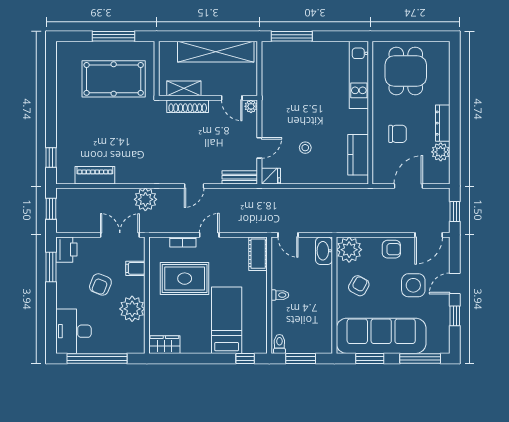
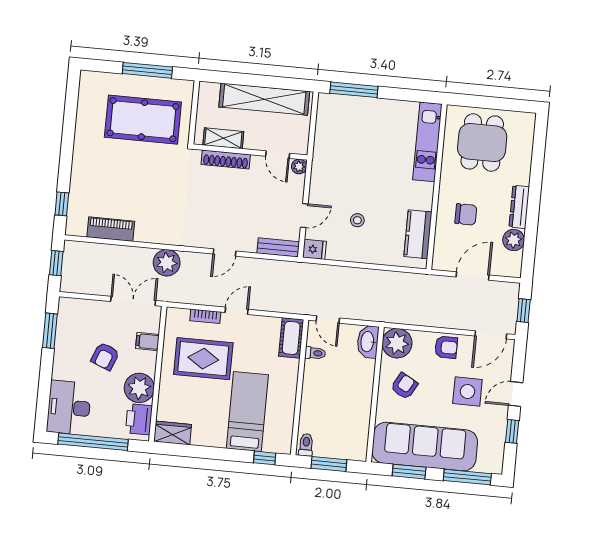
printer: (66, 250) -> (139, 419), moved, turned 180
toilet: (280, 295) -> (315, 353), moved

